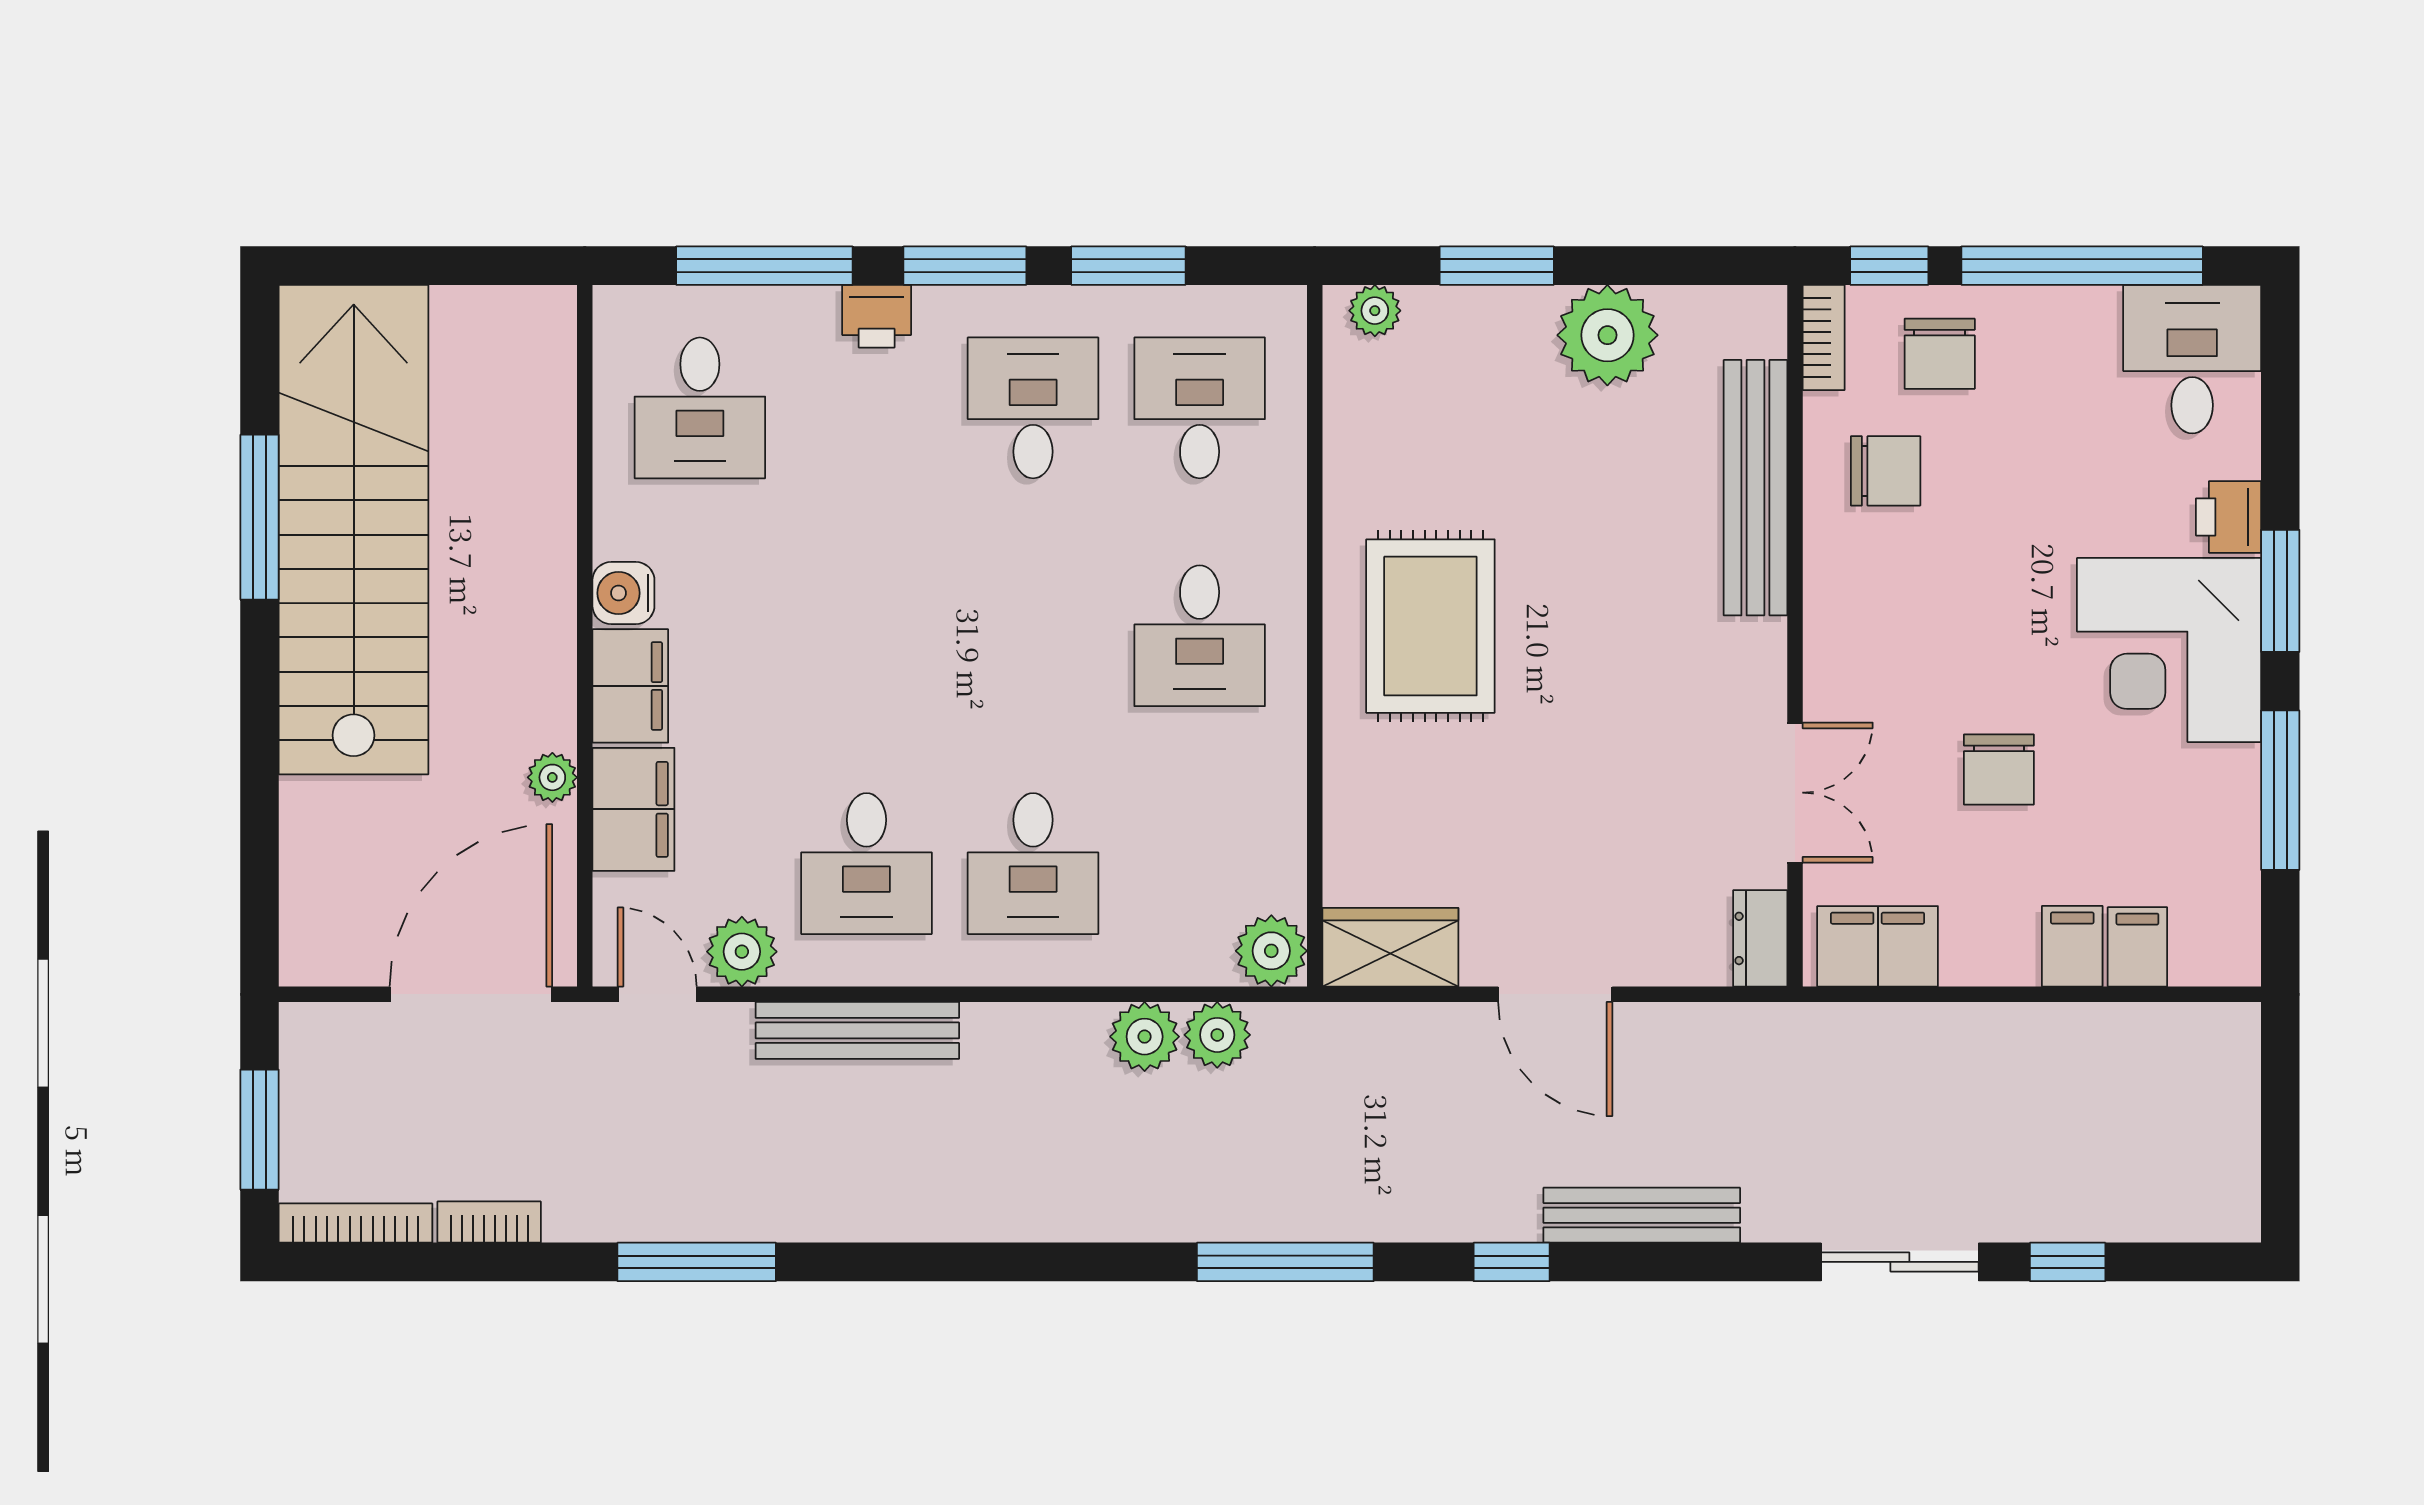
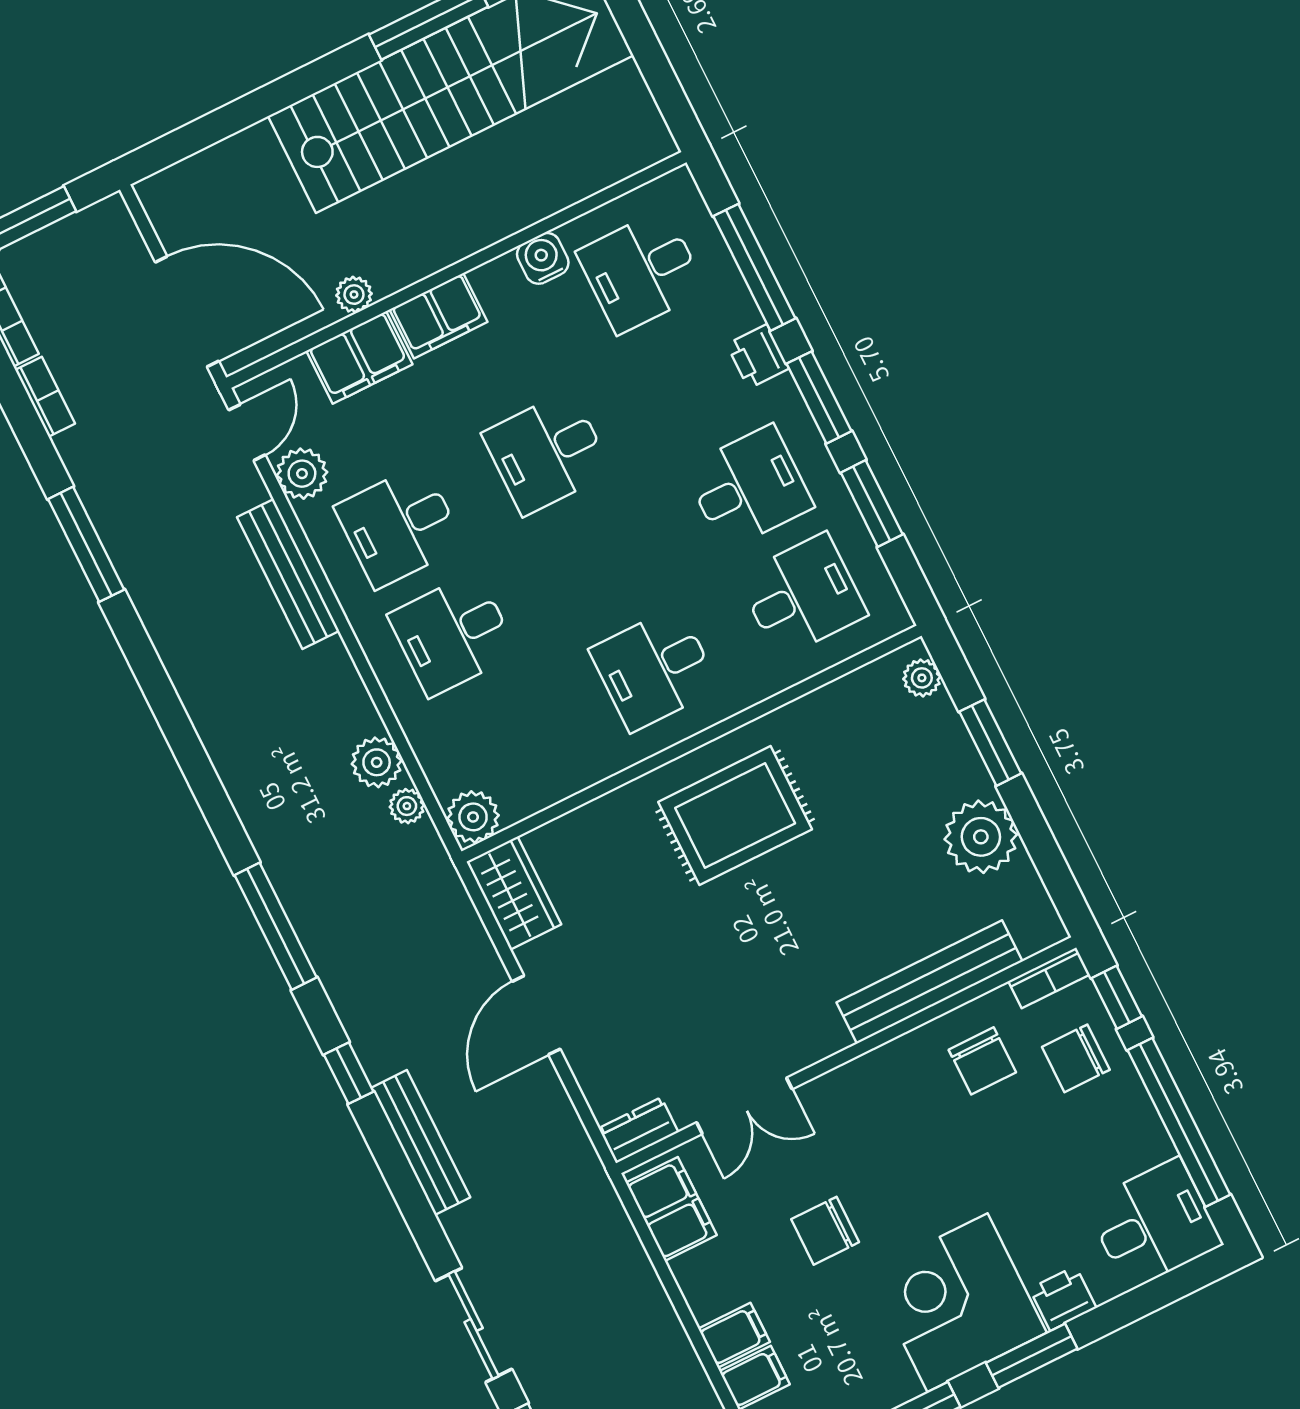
water cooler: (623, 593) -> (543, 258), moved
desk: (866, 636) -> (547, 453), added
plant: (1217, 1035) -> (407, 806), width x0.73, depth x0.73

